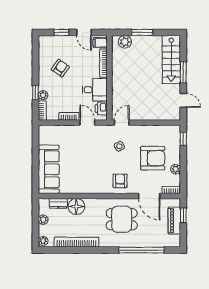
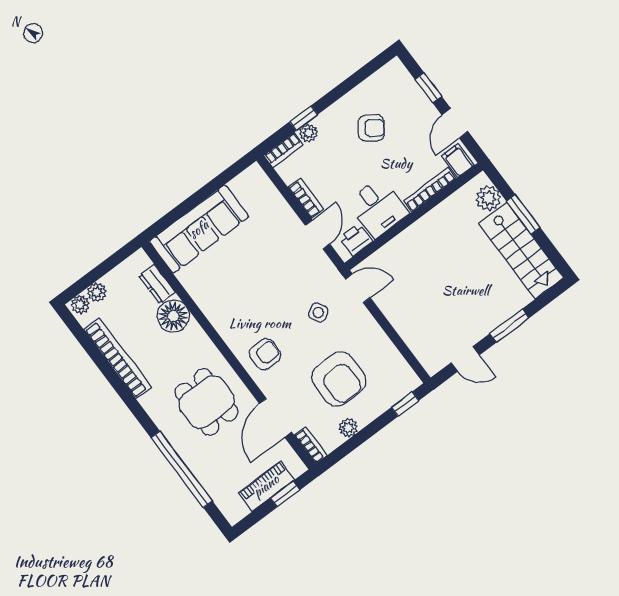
stairs: (171, 59) -> (521, 251), moved, turned -90
door: (183, 100) -> (465, 359), hinge flipped
plant: (43, 220) -> (97, 292), moved

